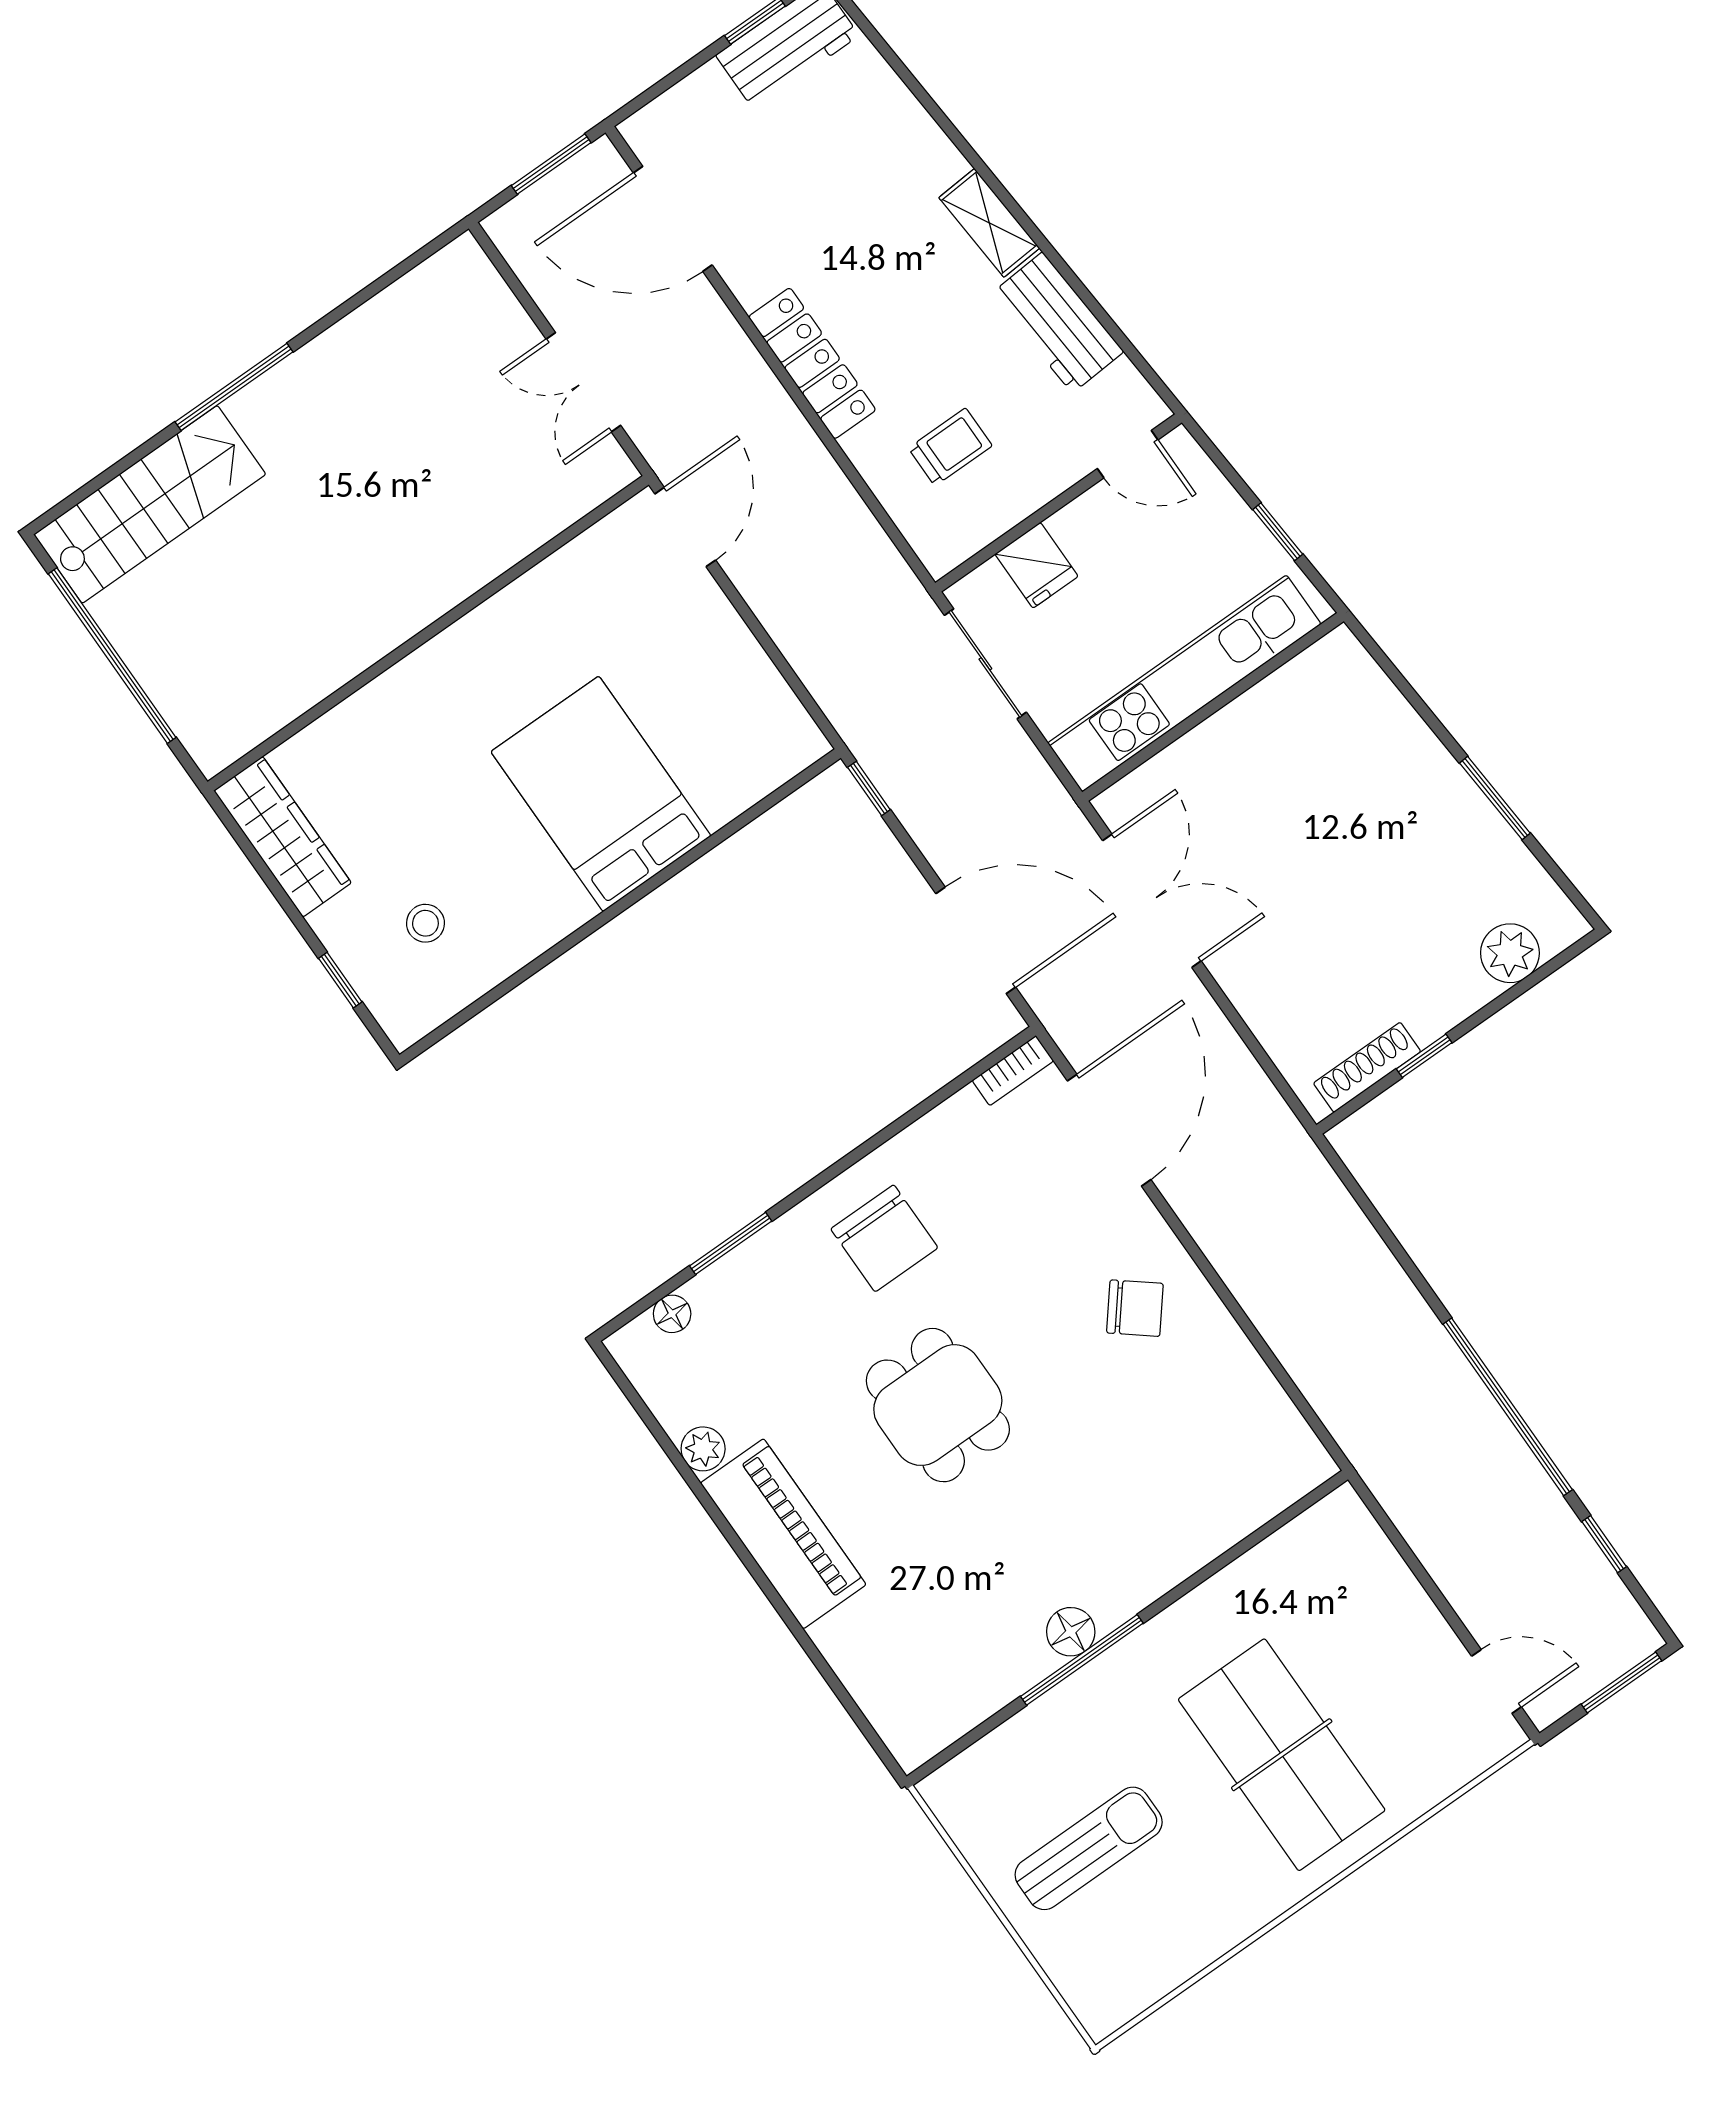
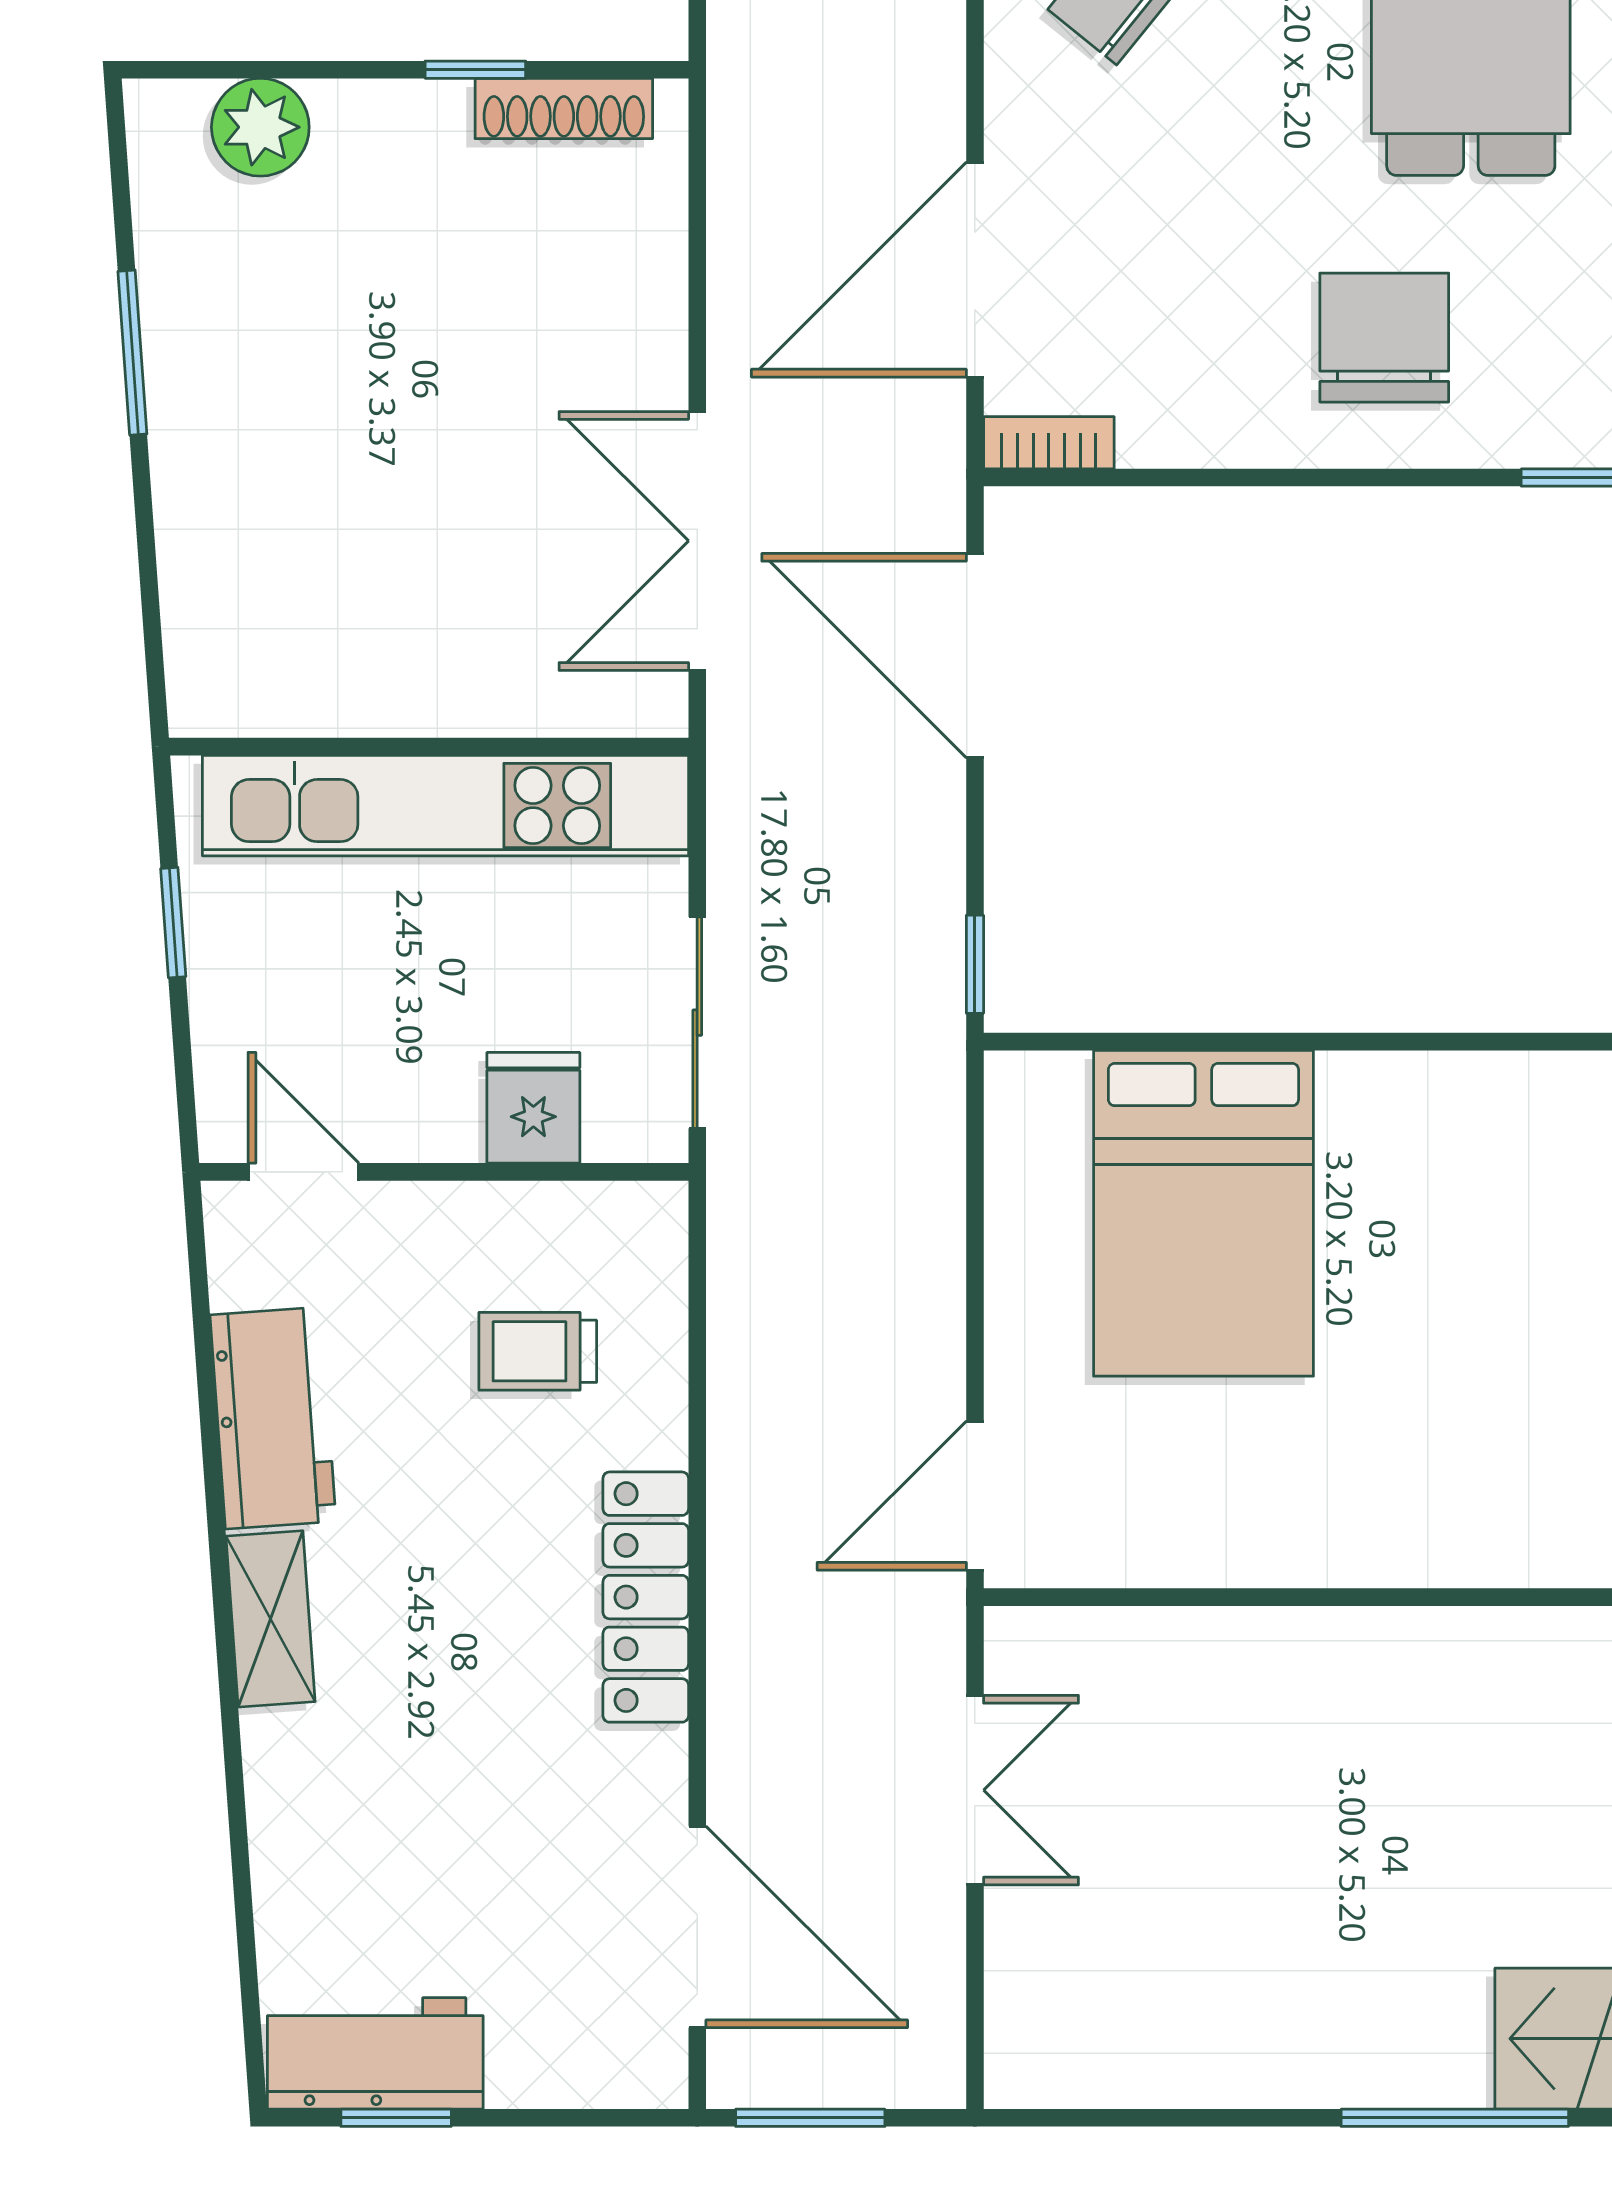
bed: (601, 794) -> (1203, 1213), moved

